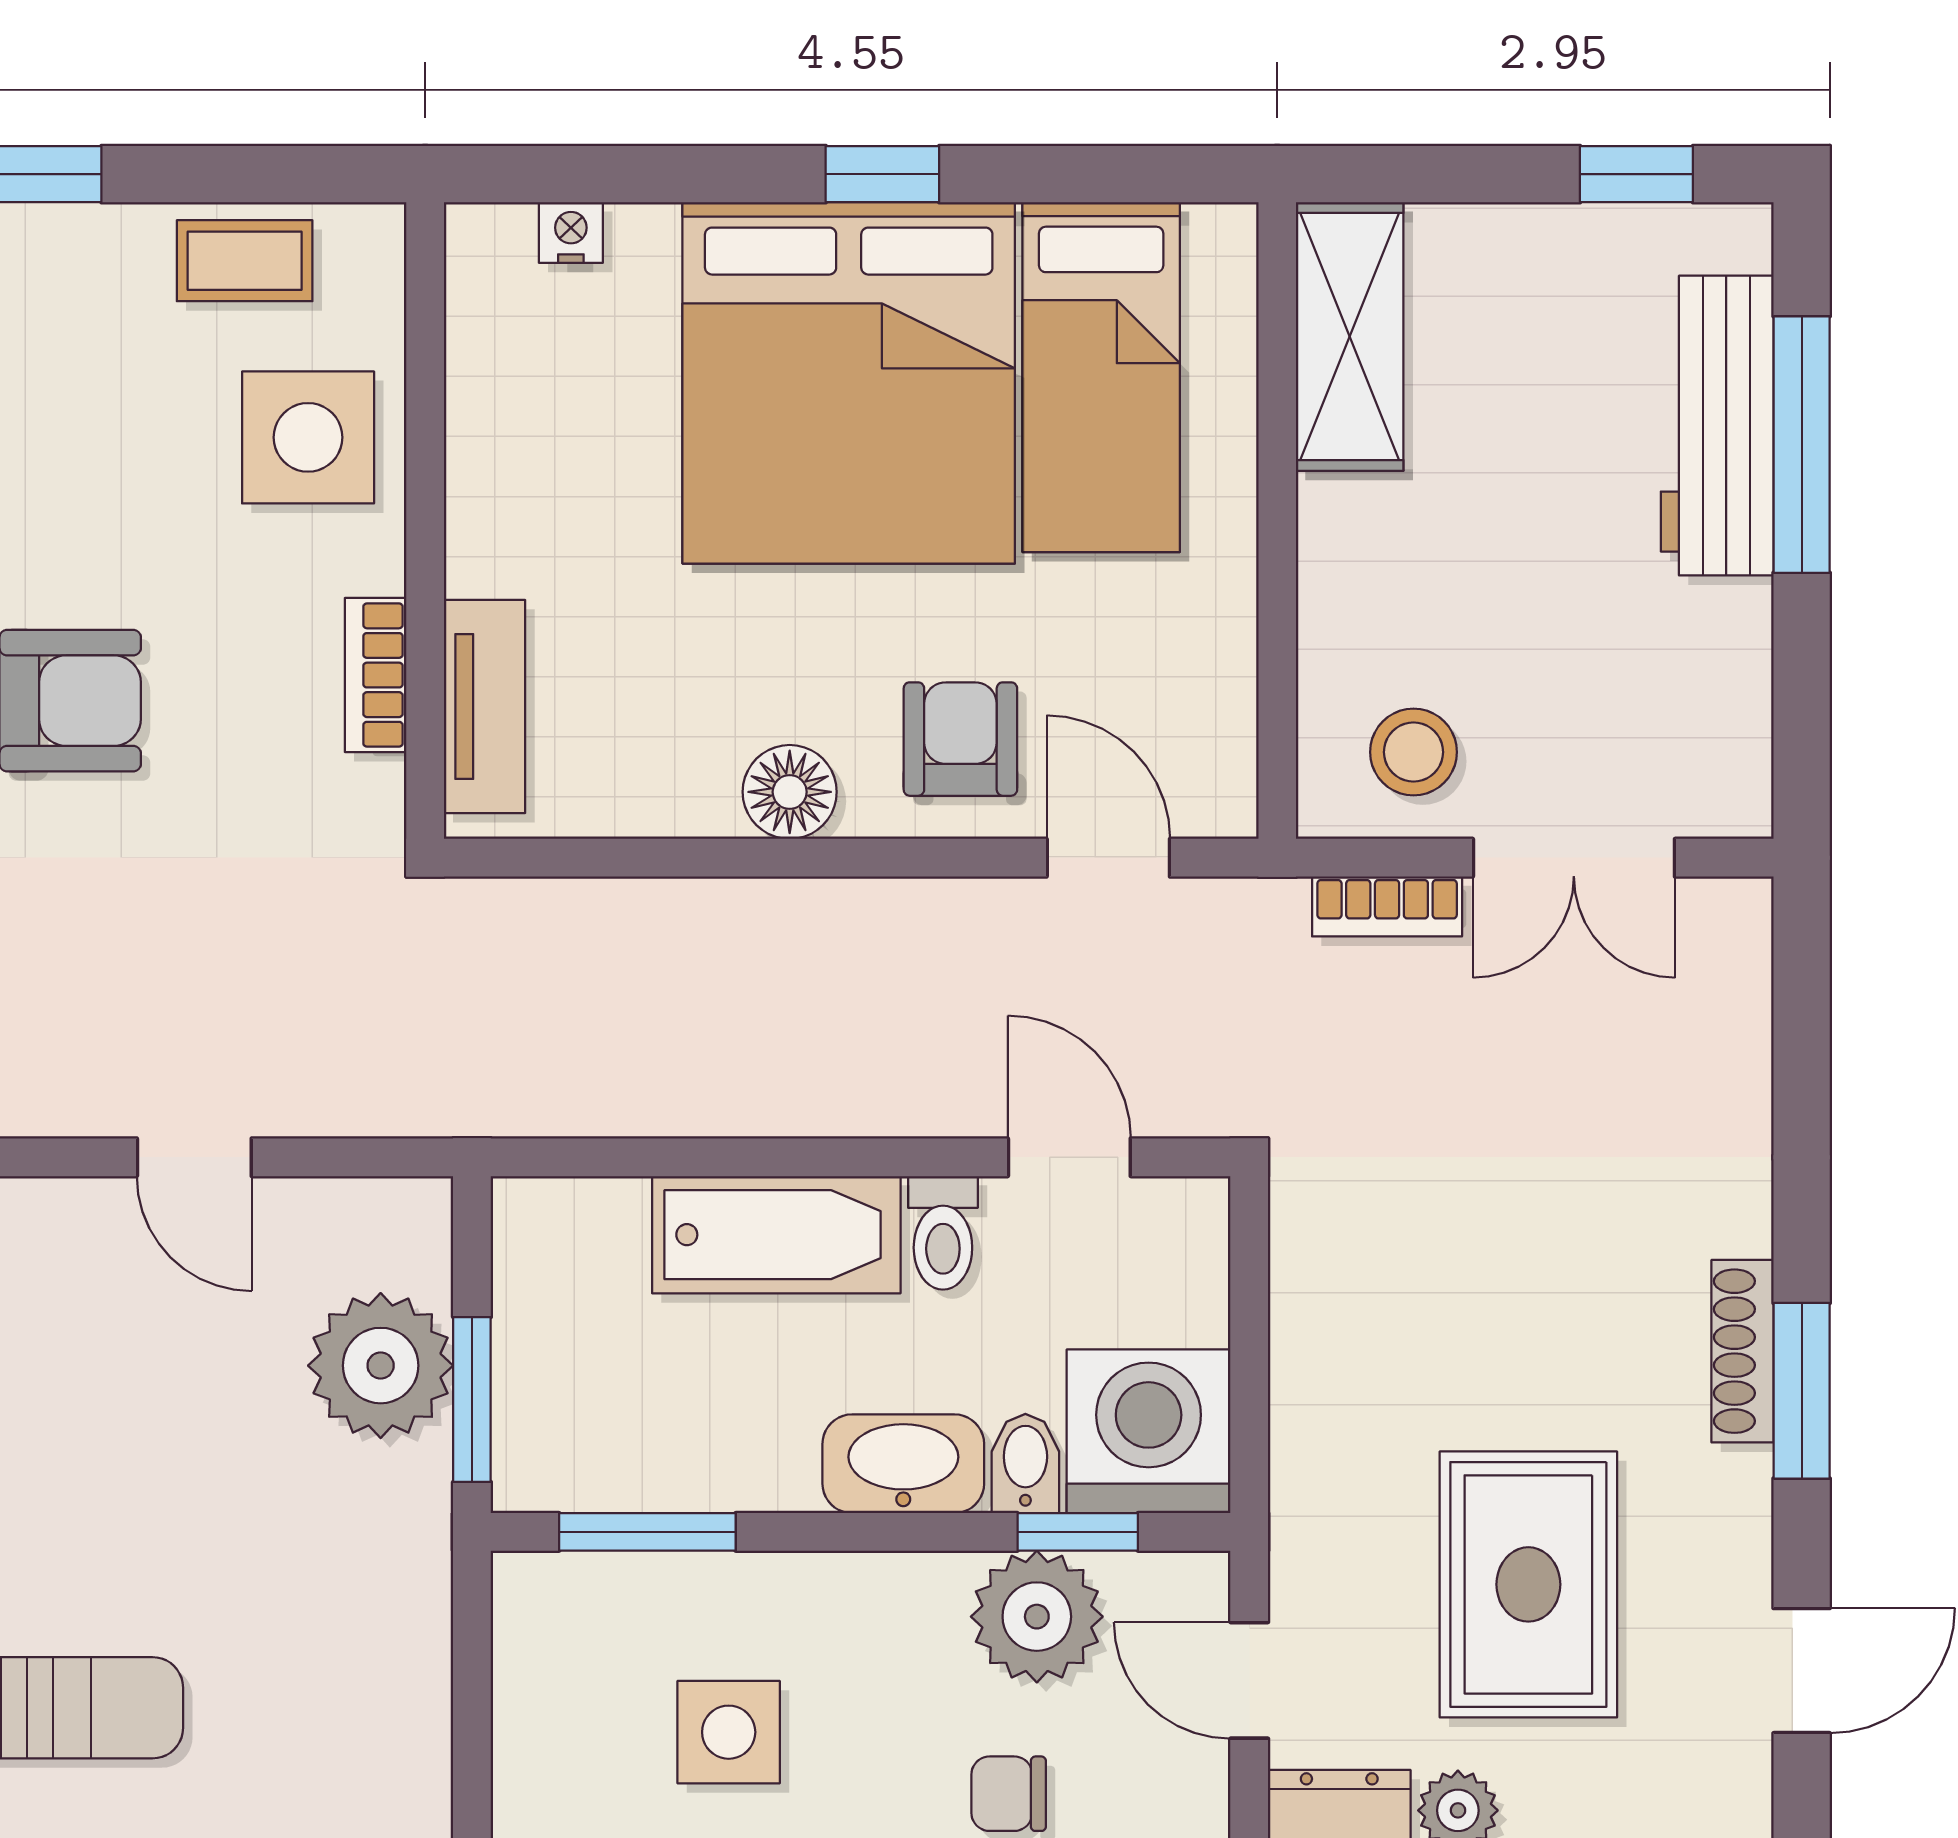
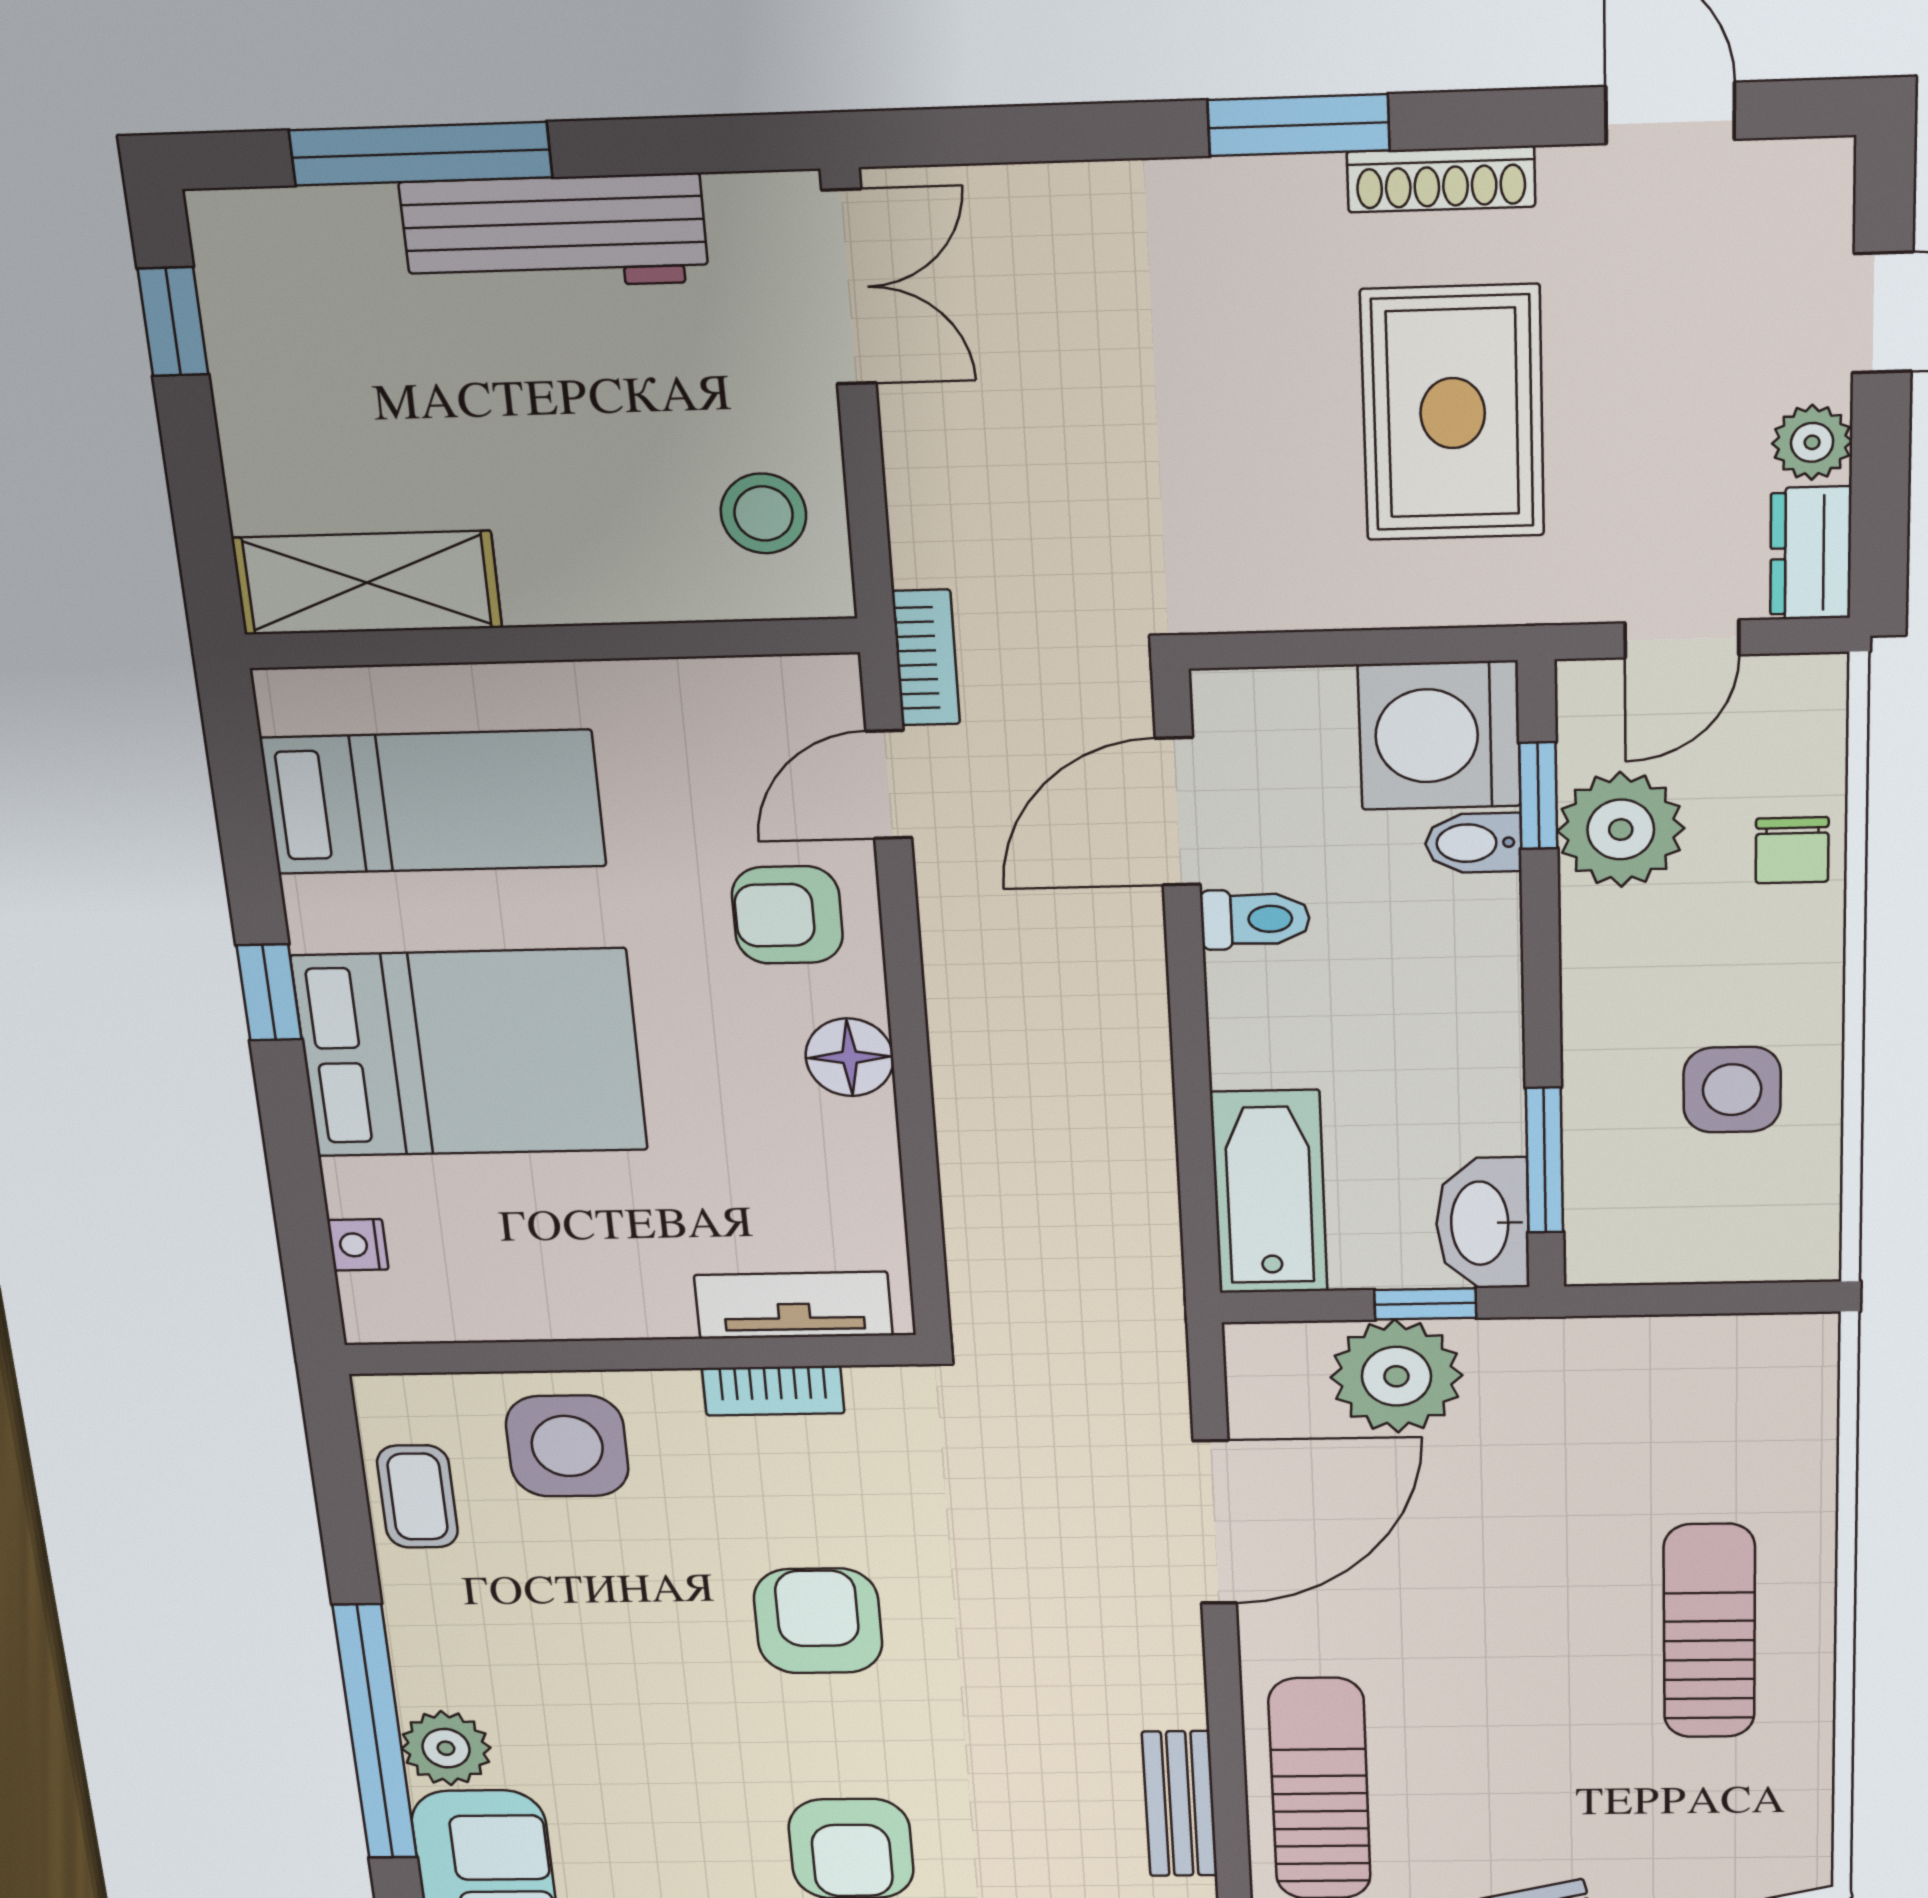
bed: (849, 383) -> (470, 1053), width x0.73
workbench: (1717, 426) -> (554, 232), moved
double door: (1574, 858) -> (849, 287), moved
bookcase: (1387, 906) -> (926, 658), moved
door: (194, 1157) -> (1215, 1522), width x1.87
door: (1069, 1157) -> (1178, 812), width x1.38
bathtub: (776, 1235) -> (1269, 1192), moved
shoe rack: (1742, 1351) -> (1441, 179), moved
window: (1802, 1391) -> (1299, 125), moved
window: (472, 1399) -> (1425, 1304), width x0.67
washbasin: (903, 1464) -> (1482, 1223), moved
rug: (1528, 1584) -> (1453, 413), moved, turned 90

